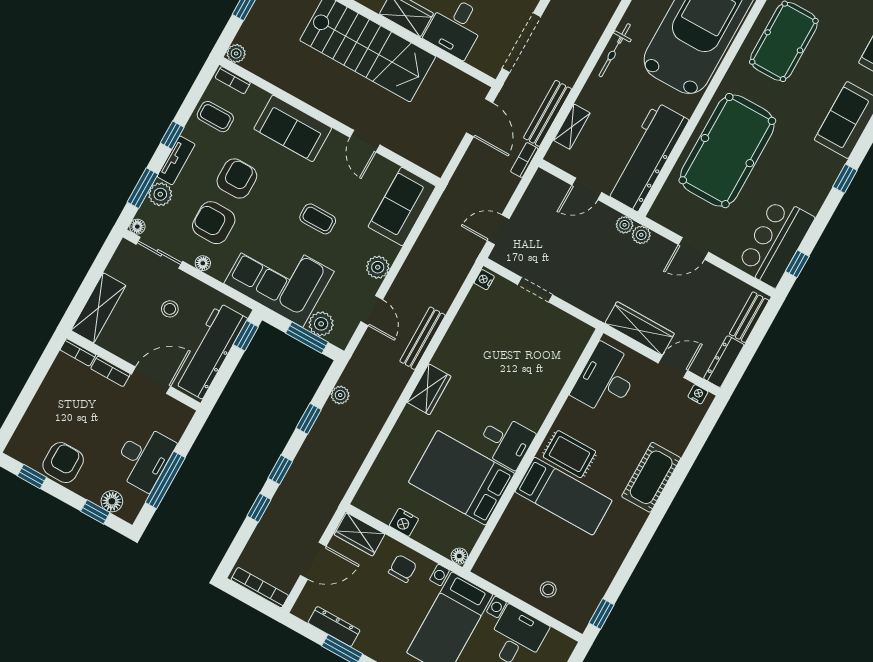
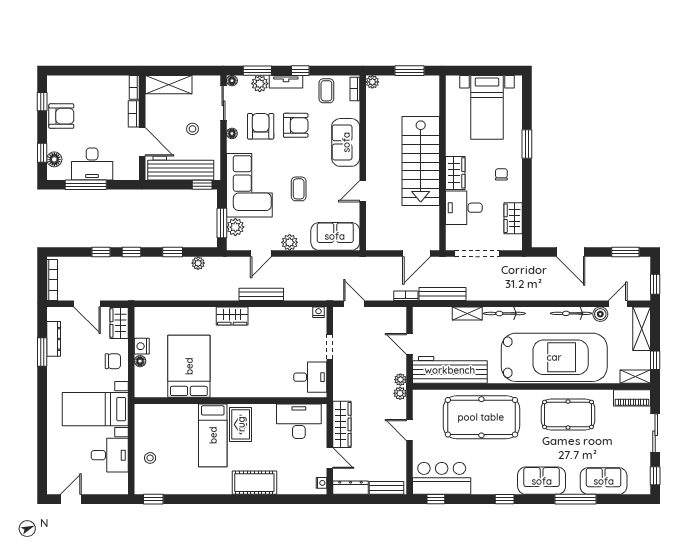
shelving: (572, 127) -> (467, 313), moved
desk: (506, 441) -> (310, 377), moved, turned -90
floor lamp: (459, 556) -> (140, 361), moved

